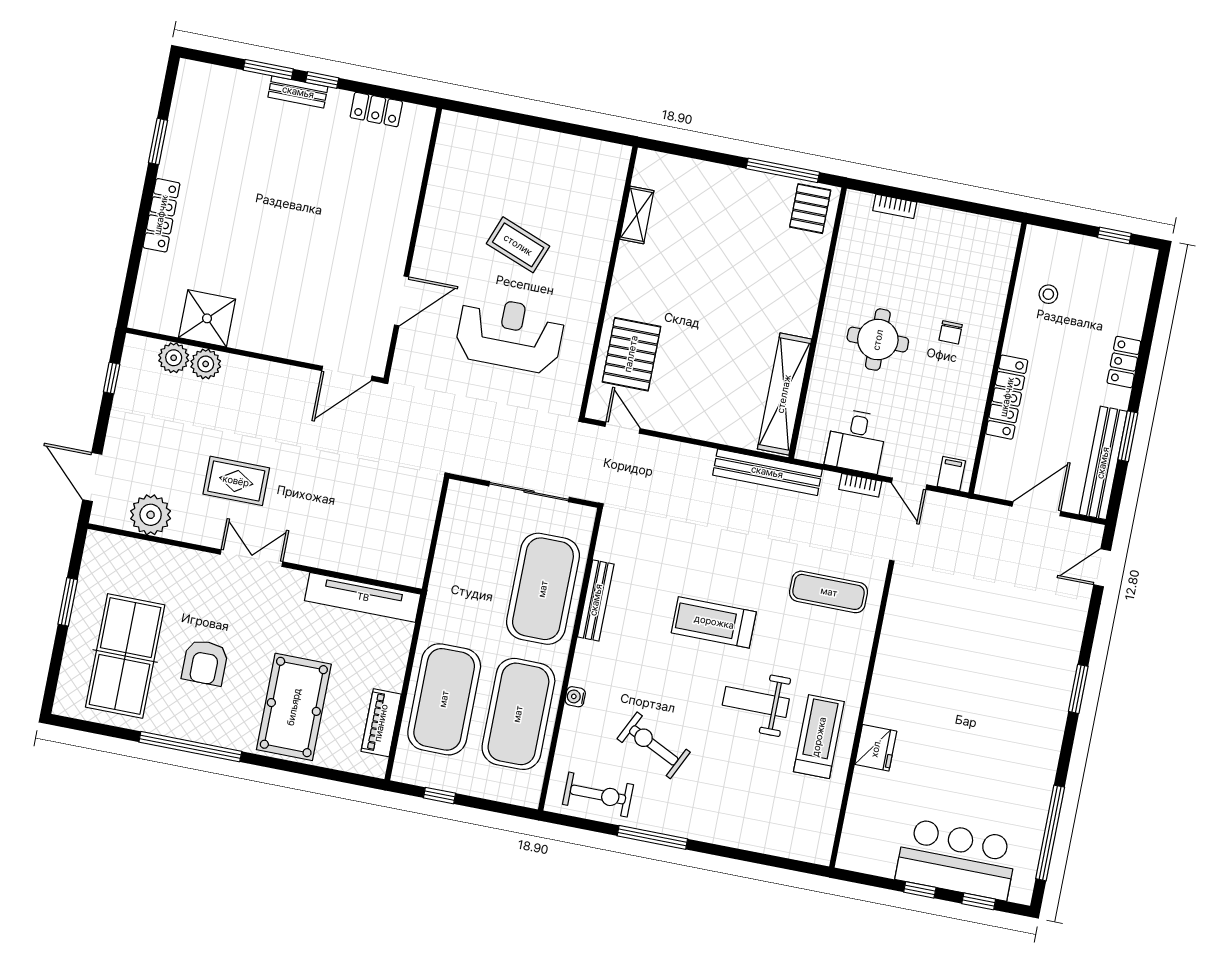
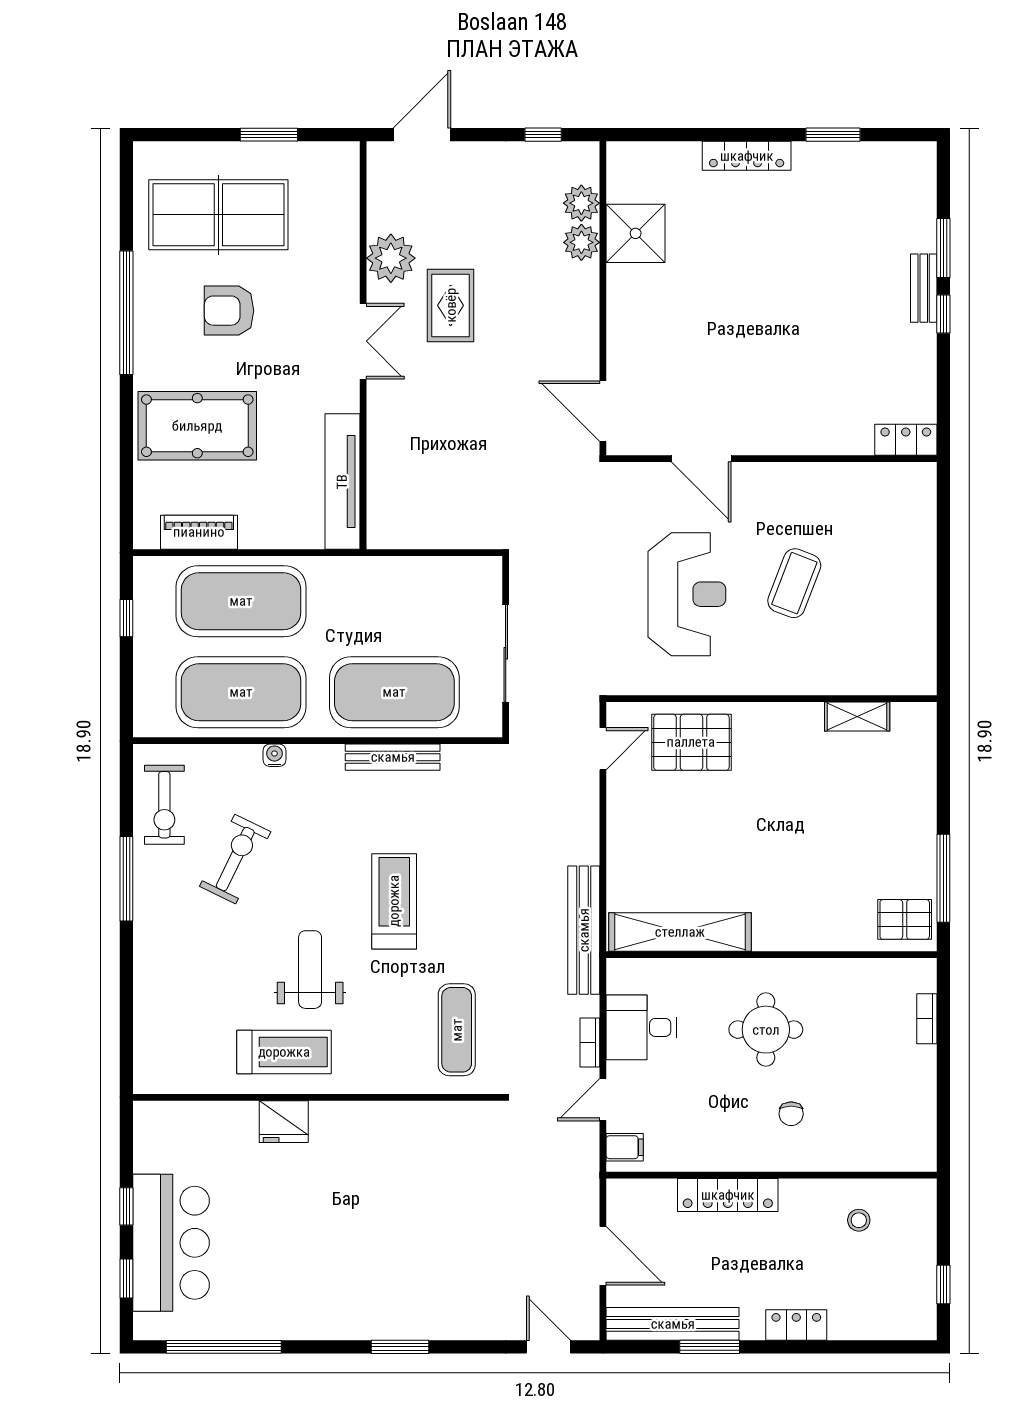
locker: (376, 109) -> (906, 440), moved, turned 90
chair: (951, 332) -> (791, 1114), turned -90
plant: (151, 515) -> (391, 258), moved

